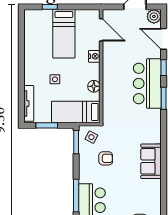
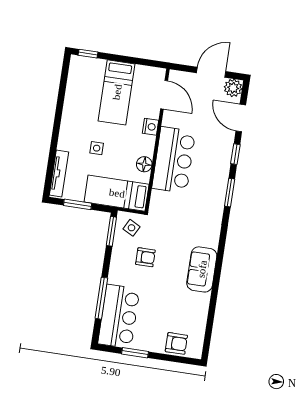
window: (50, 7) -> (88, 54), moved
bar counter: (147, 83) -> (174, 160), moved, turned 180

